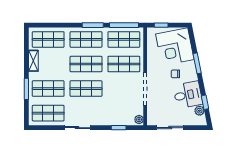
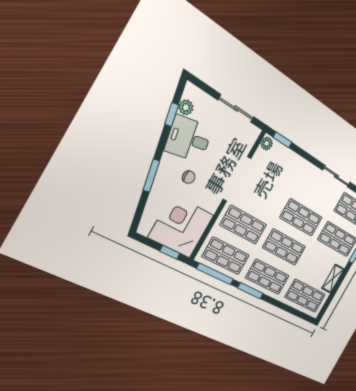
corner desk: (175, 47) -> (181, 226), moved, turned -79
window: (119, 128) -> (282, 140), moved

